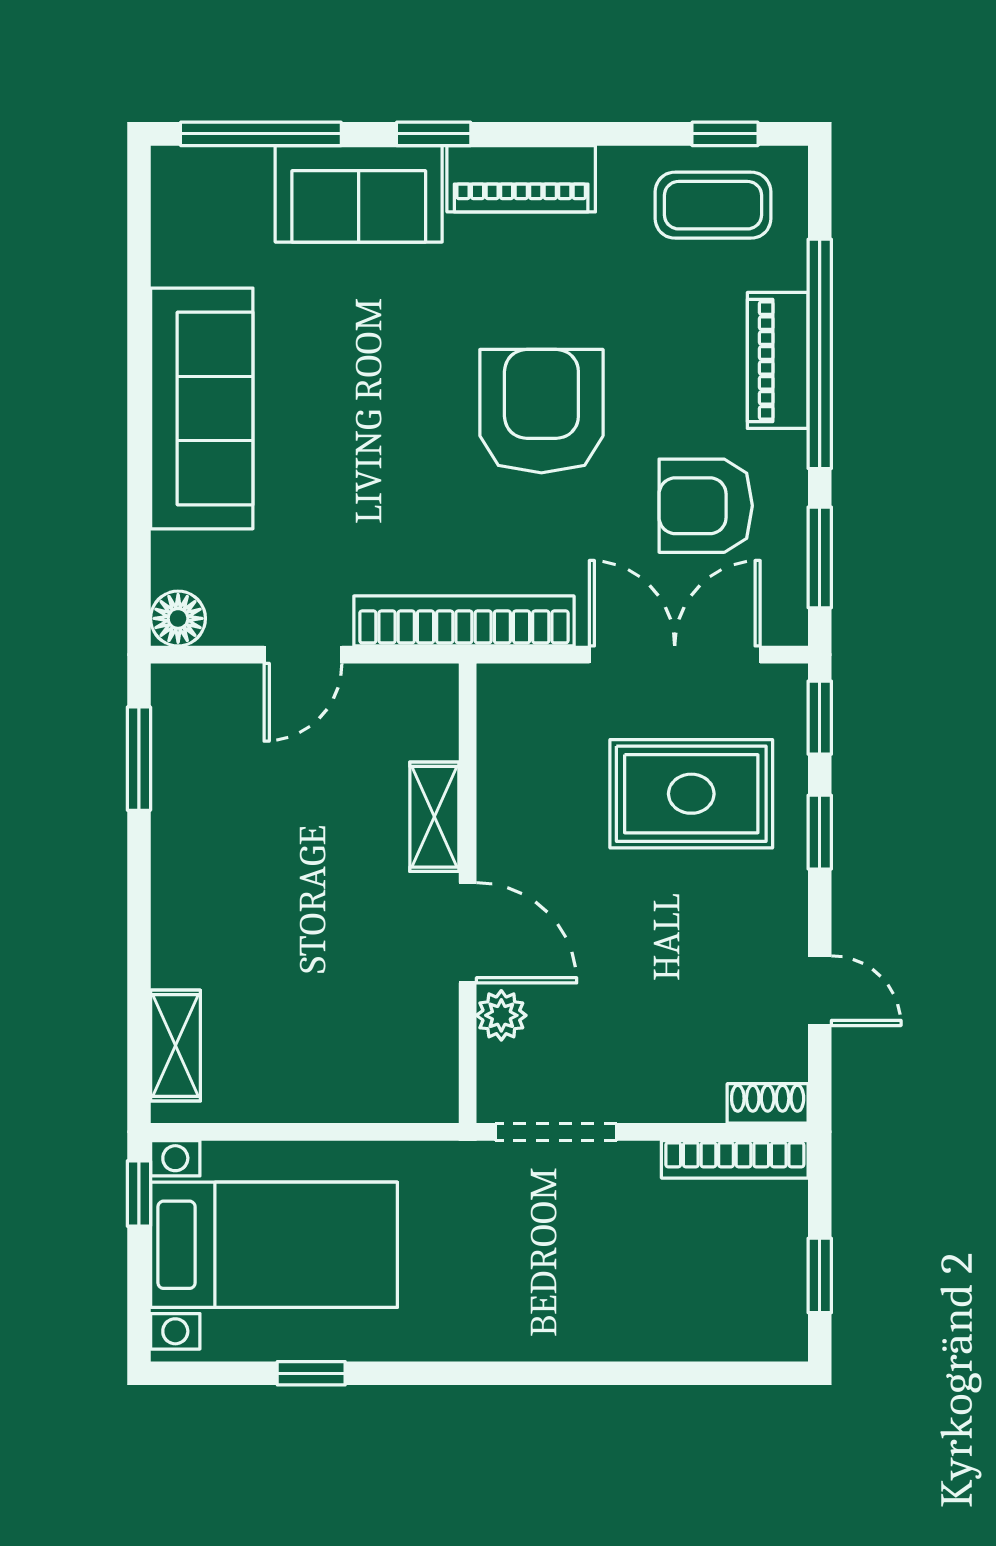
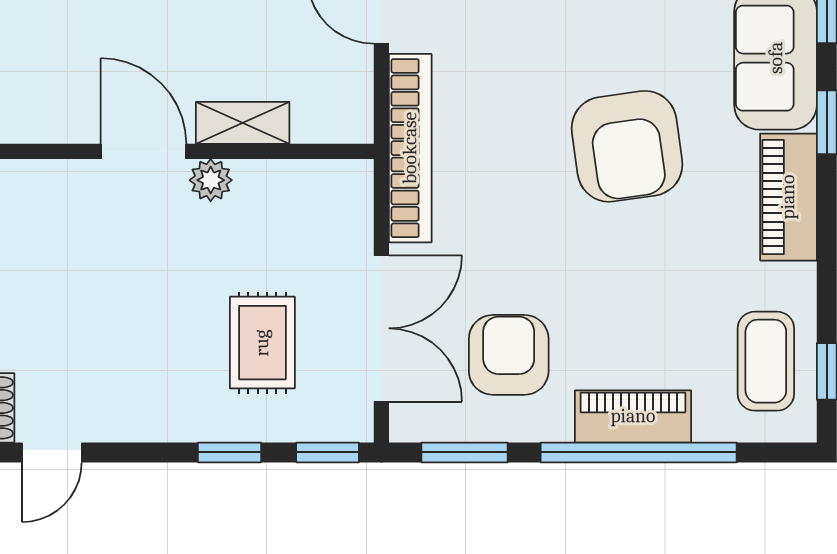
armchair: (541, 411) -> (627, 146), moved, turned 82
rug: (691, 794) -> (262, 343), width x0.73, depth x0.70
door: (468, 933) -> (143, 151), swing flipped
door: (820, 991) -> (52, 452), moved
plant: (501, 1015) -> (211, 180), moved

